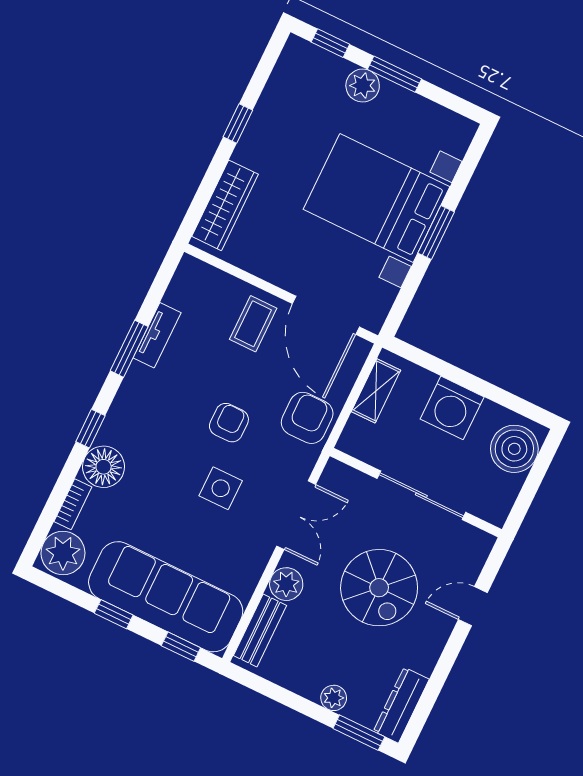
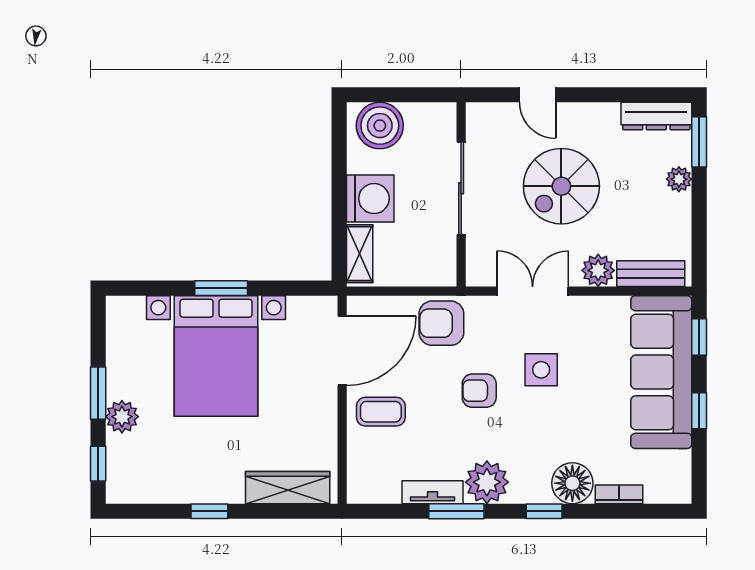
shelving: (376, 391) -> (360, 254), moved, turned 90
plant: (63, 553) -> (487, 482), moved
spiral stairs: (379, 588) -> (561, 186), turned 180

